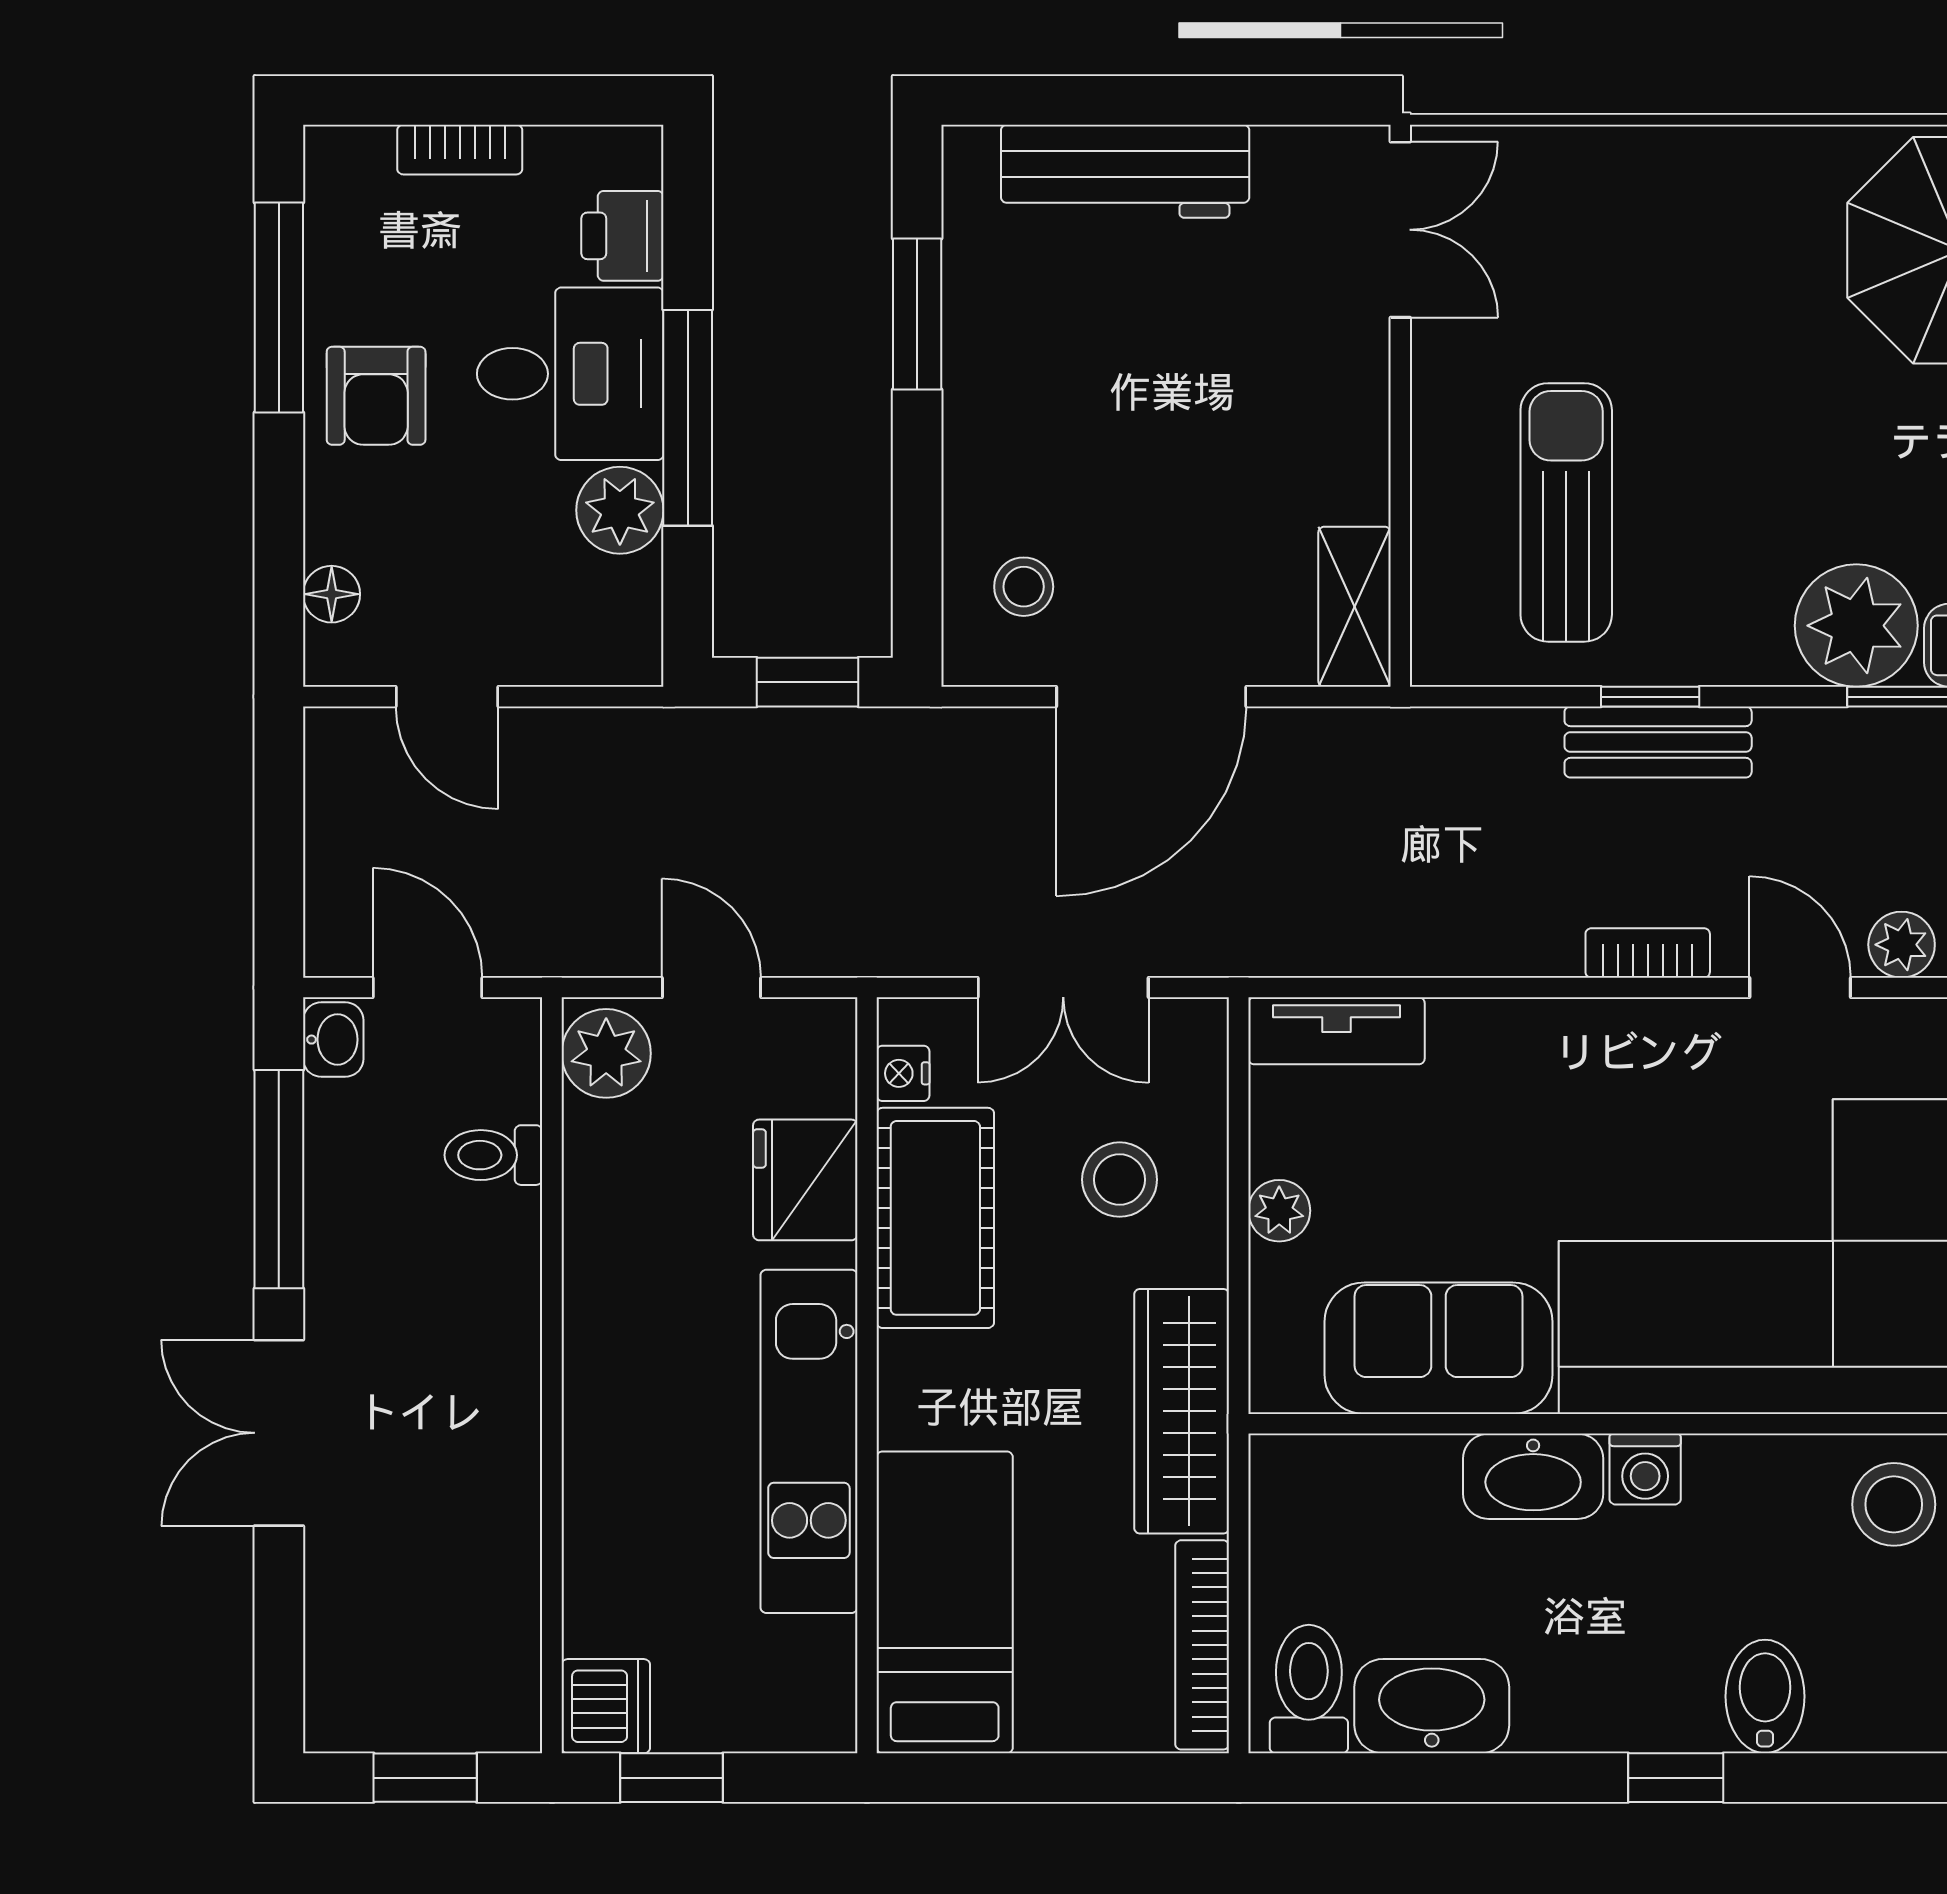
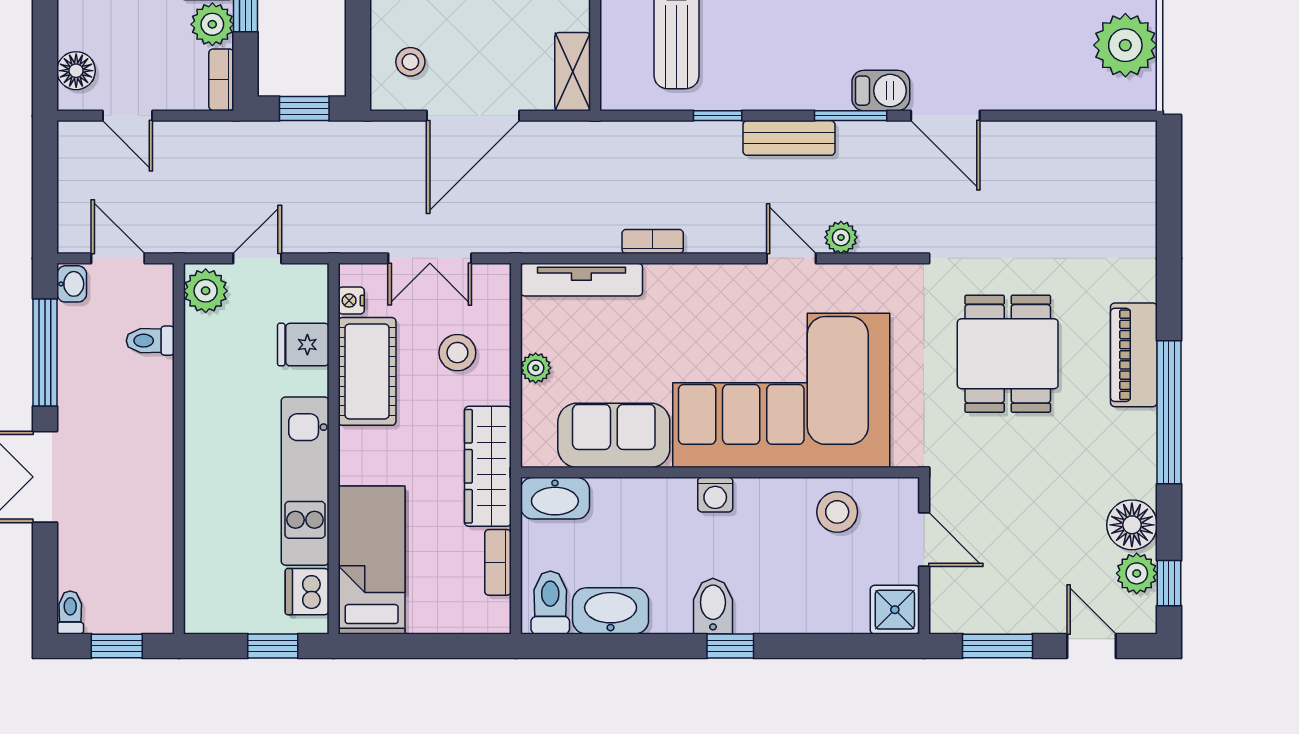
floor lamp: (332, 594) -> (76, 71), width x1.37, depth x1.37
bookcase: (638, 623) -> (221, 80), added
plant: (1856, 626) -> (819, 81), removed
bench: (1658, 742) -> (789, 138), moved
bookcase: (1648, 953) -> (653, 241), moved
door: (712, 987) -> (257, 258), hinge flipped
tv unit: (1336, 1031) -> (581, 280), width x1.41
fridge: (805, 1180) -> (303, 345), width x0.72
washbasin: (1533, 1476) -> (555, 498), moved
bookcase: (1202, 1645) -> (498, 562), width x0.64
bidet: (1765, 1696) -> (713, 606), moved
dishwasher: (606, 1706) -> (307, 592), moved, turned 180
toilet: (330, 1709) -> (70, 612), added
window: (672, 1778) -> (273, 646), moved

